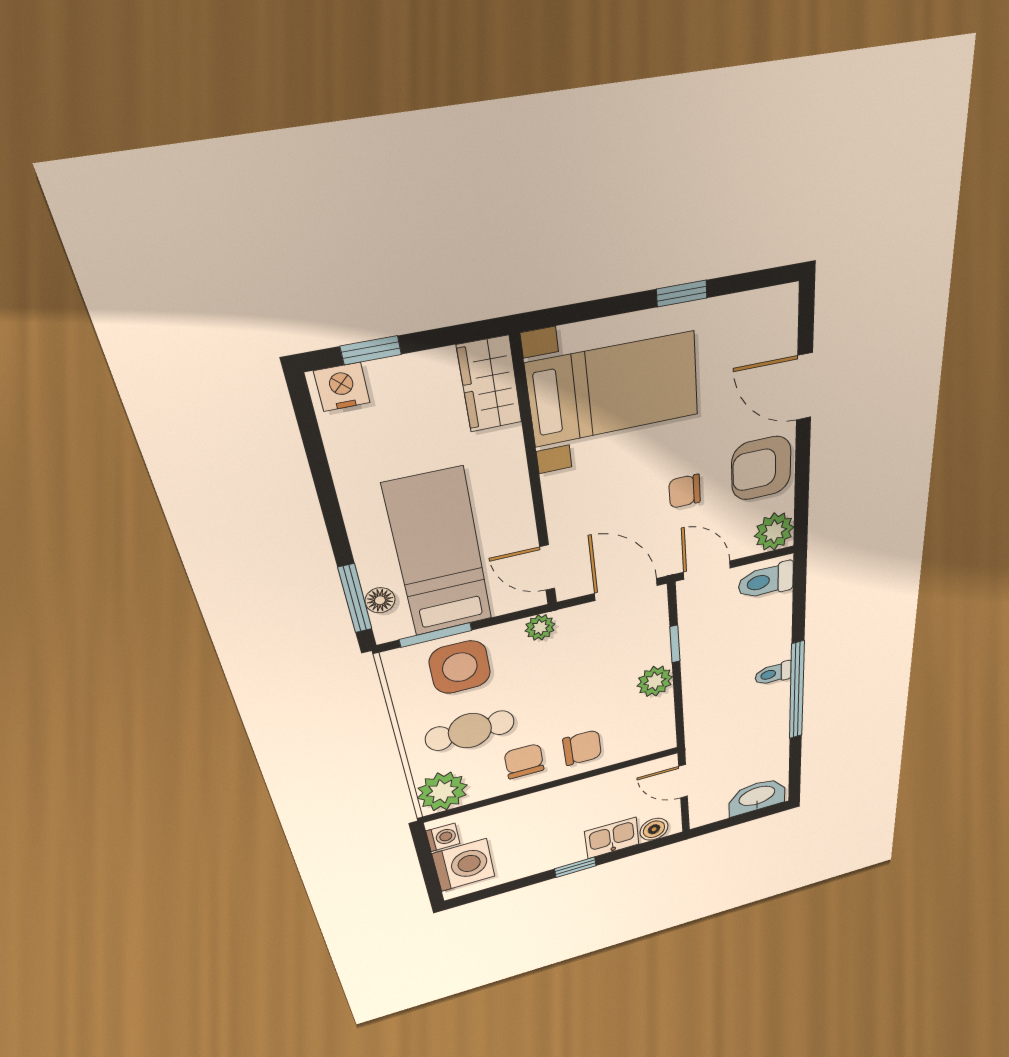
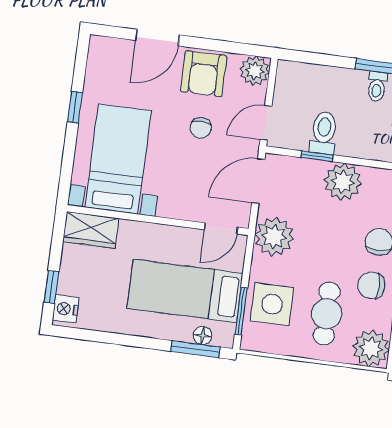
toilet: (766, 581) -> (324, 133), moved, turned 180
plant: (540, 627) -> (274, 237), width x1.88, depth x1.88
plant: (655, 681) -> (343, 182), width x1.36, depth x1.36

